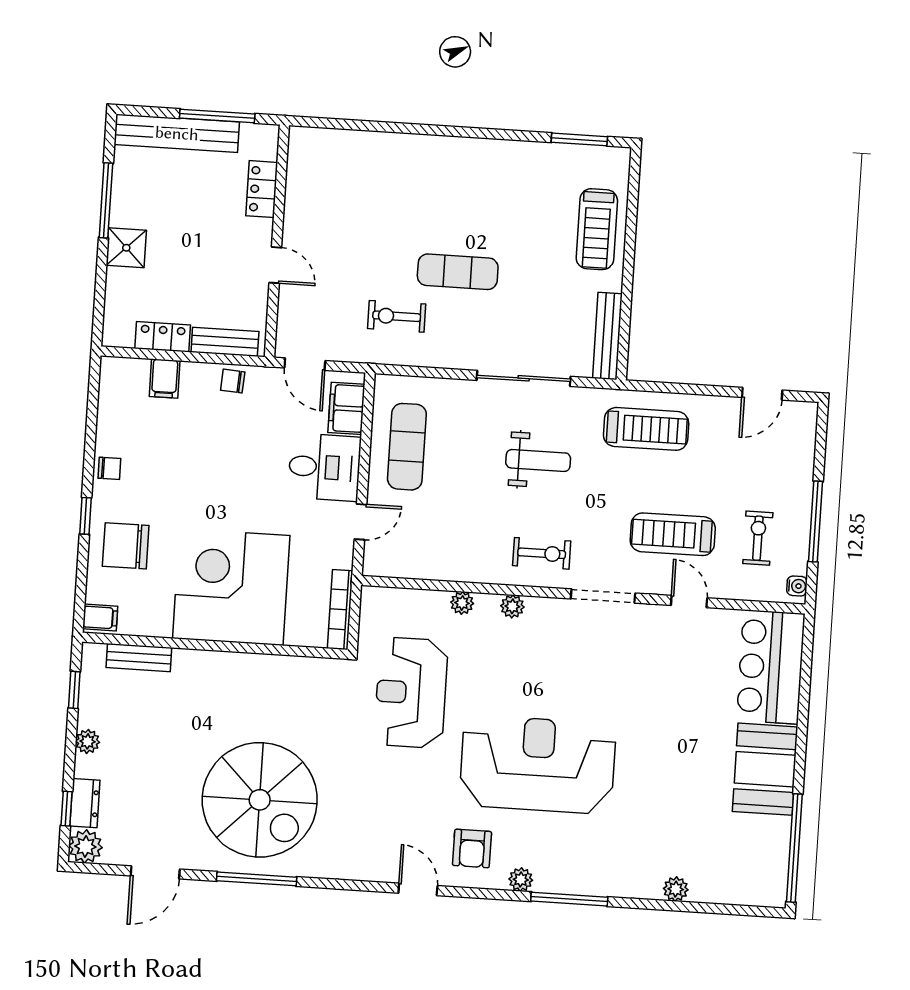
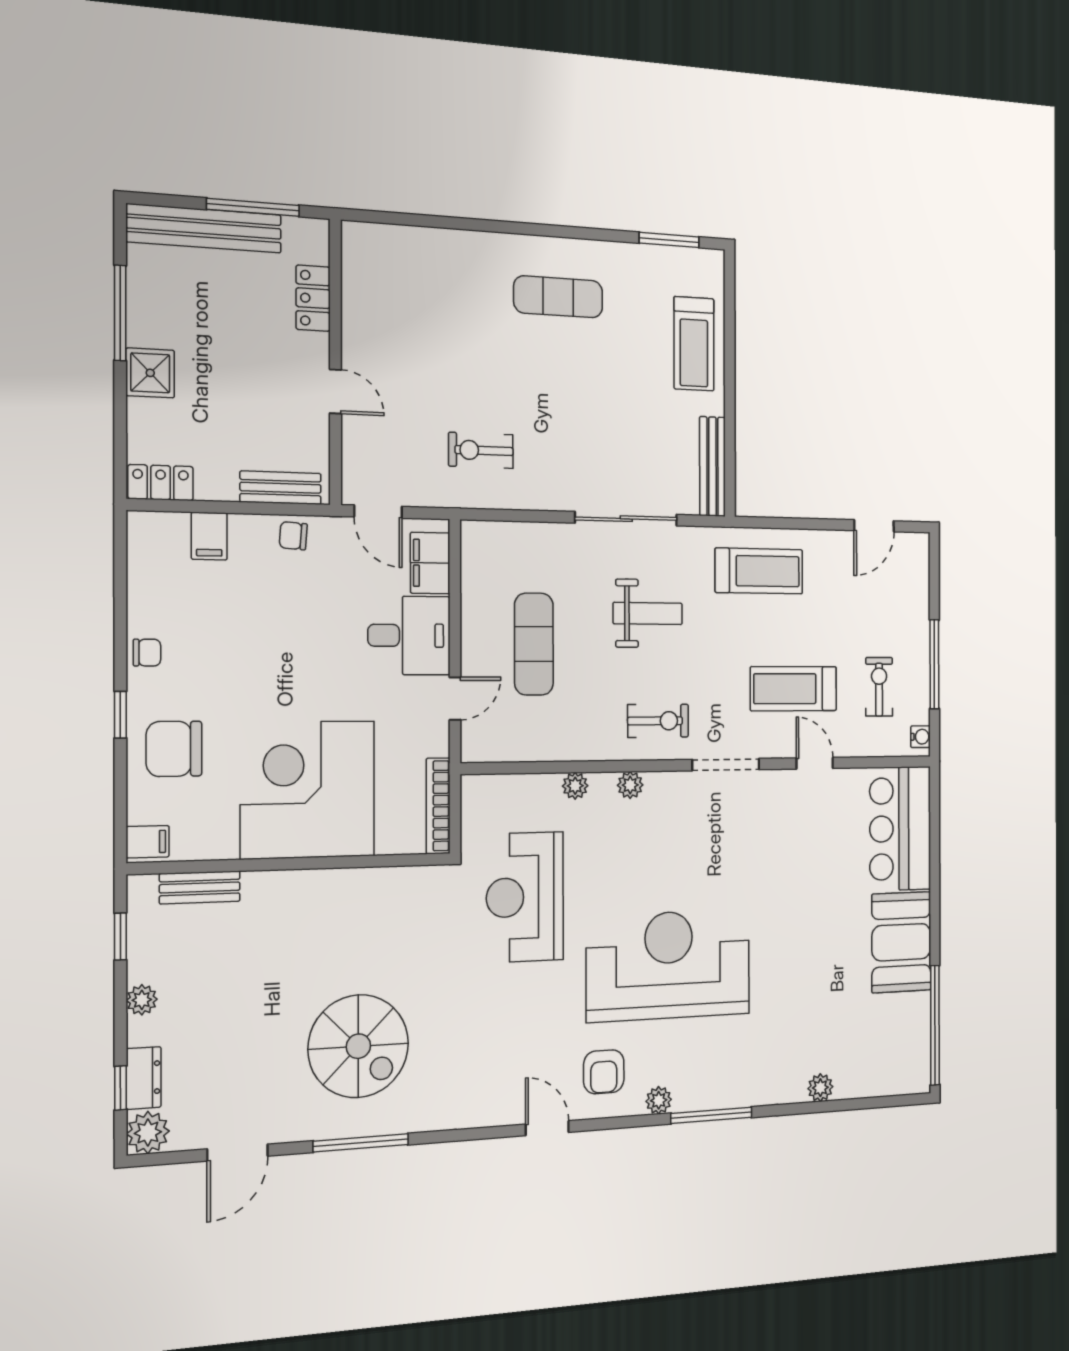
exercise mat: (458, 272) -> (558, 297), moved
locker: (163, 337) -> (161, 483), moved
exercise mat: (407, 447) -> (534, 644), moved
spiral stairs: (260, 800) -> (358, 1046), width x0.73, depth x0.73

